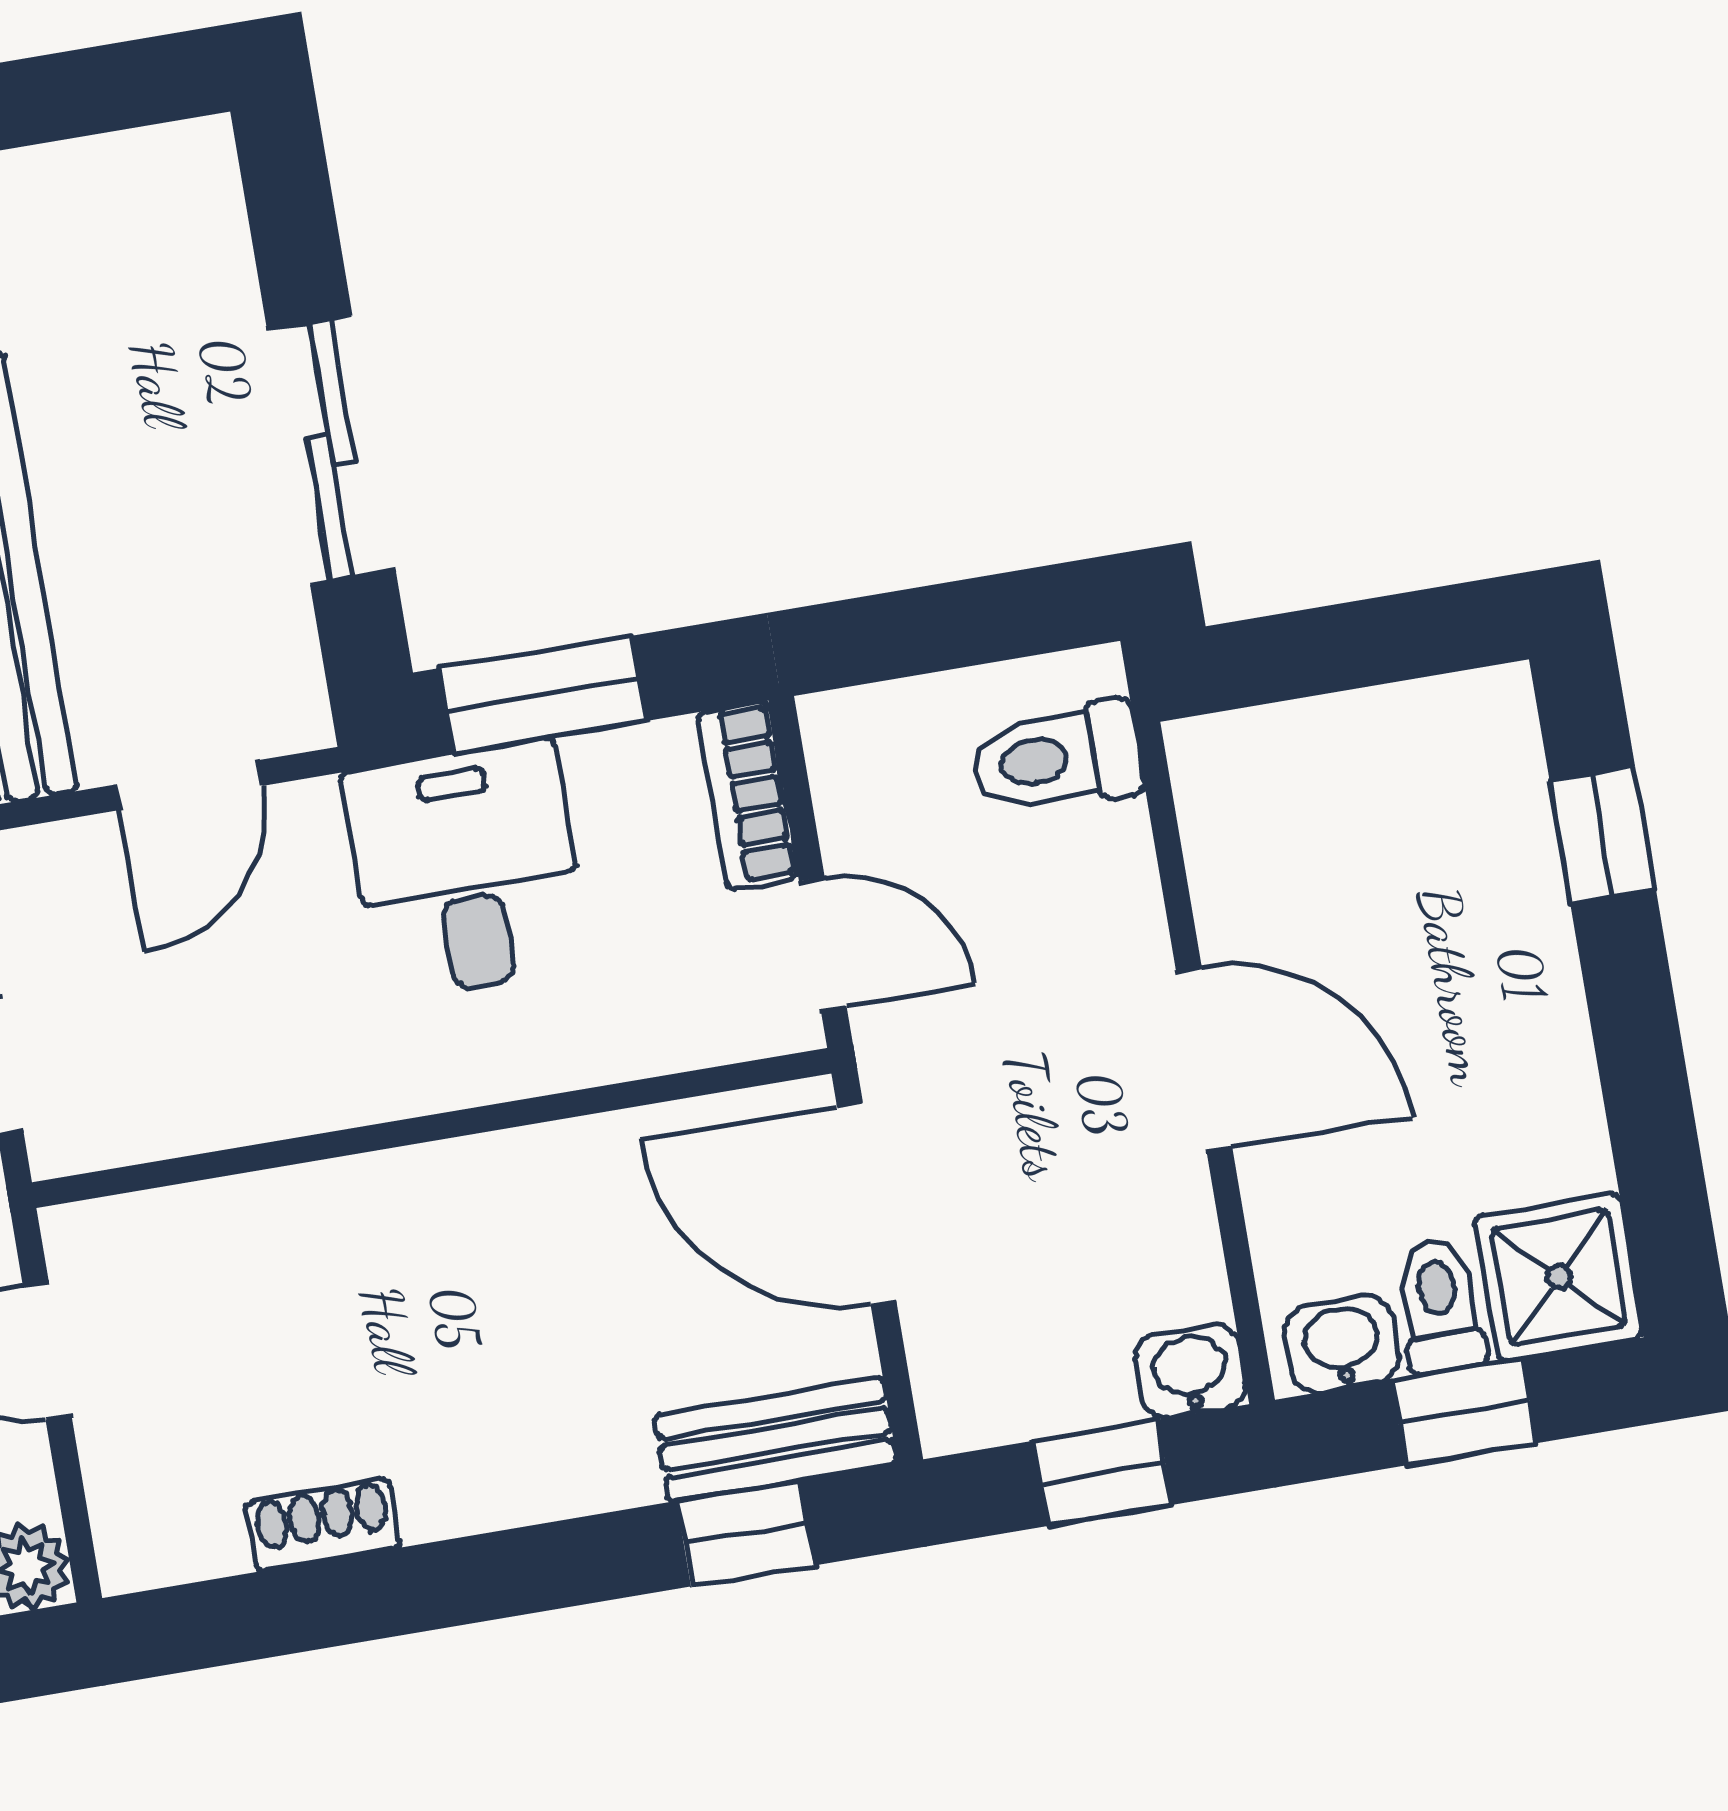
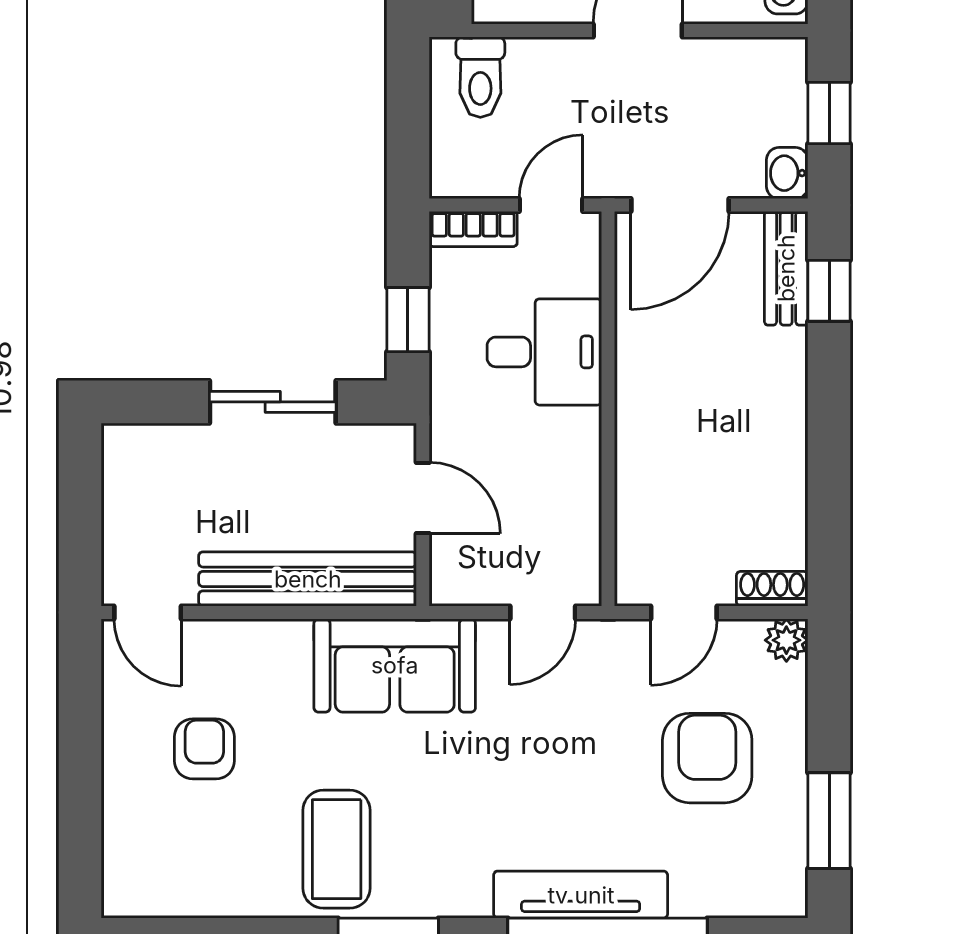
window: (543, 695) -> (408, 320), width x0.67
desk: (466, 870) -> (544, 352), moved, turned 180
washbasin: (1191, 1371) -> (787, 173), moved
shoe rack: (323, 1525) -> (772, 589), moved, turned 90

